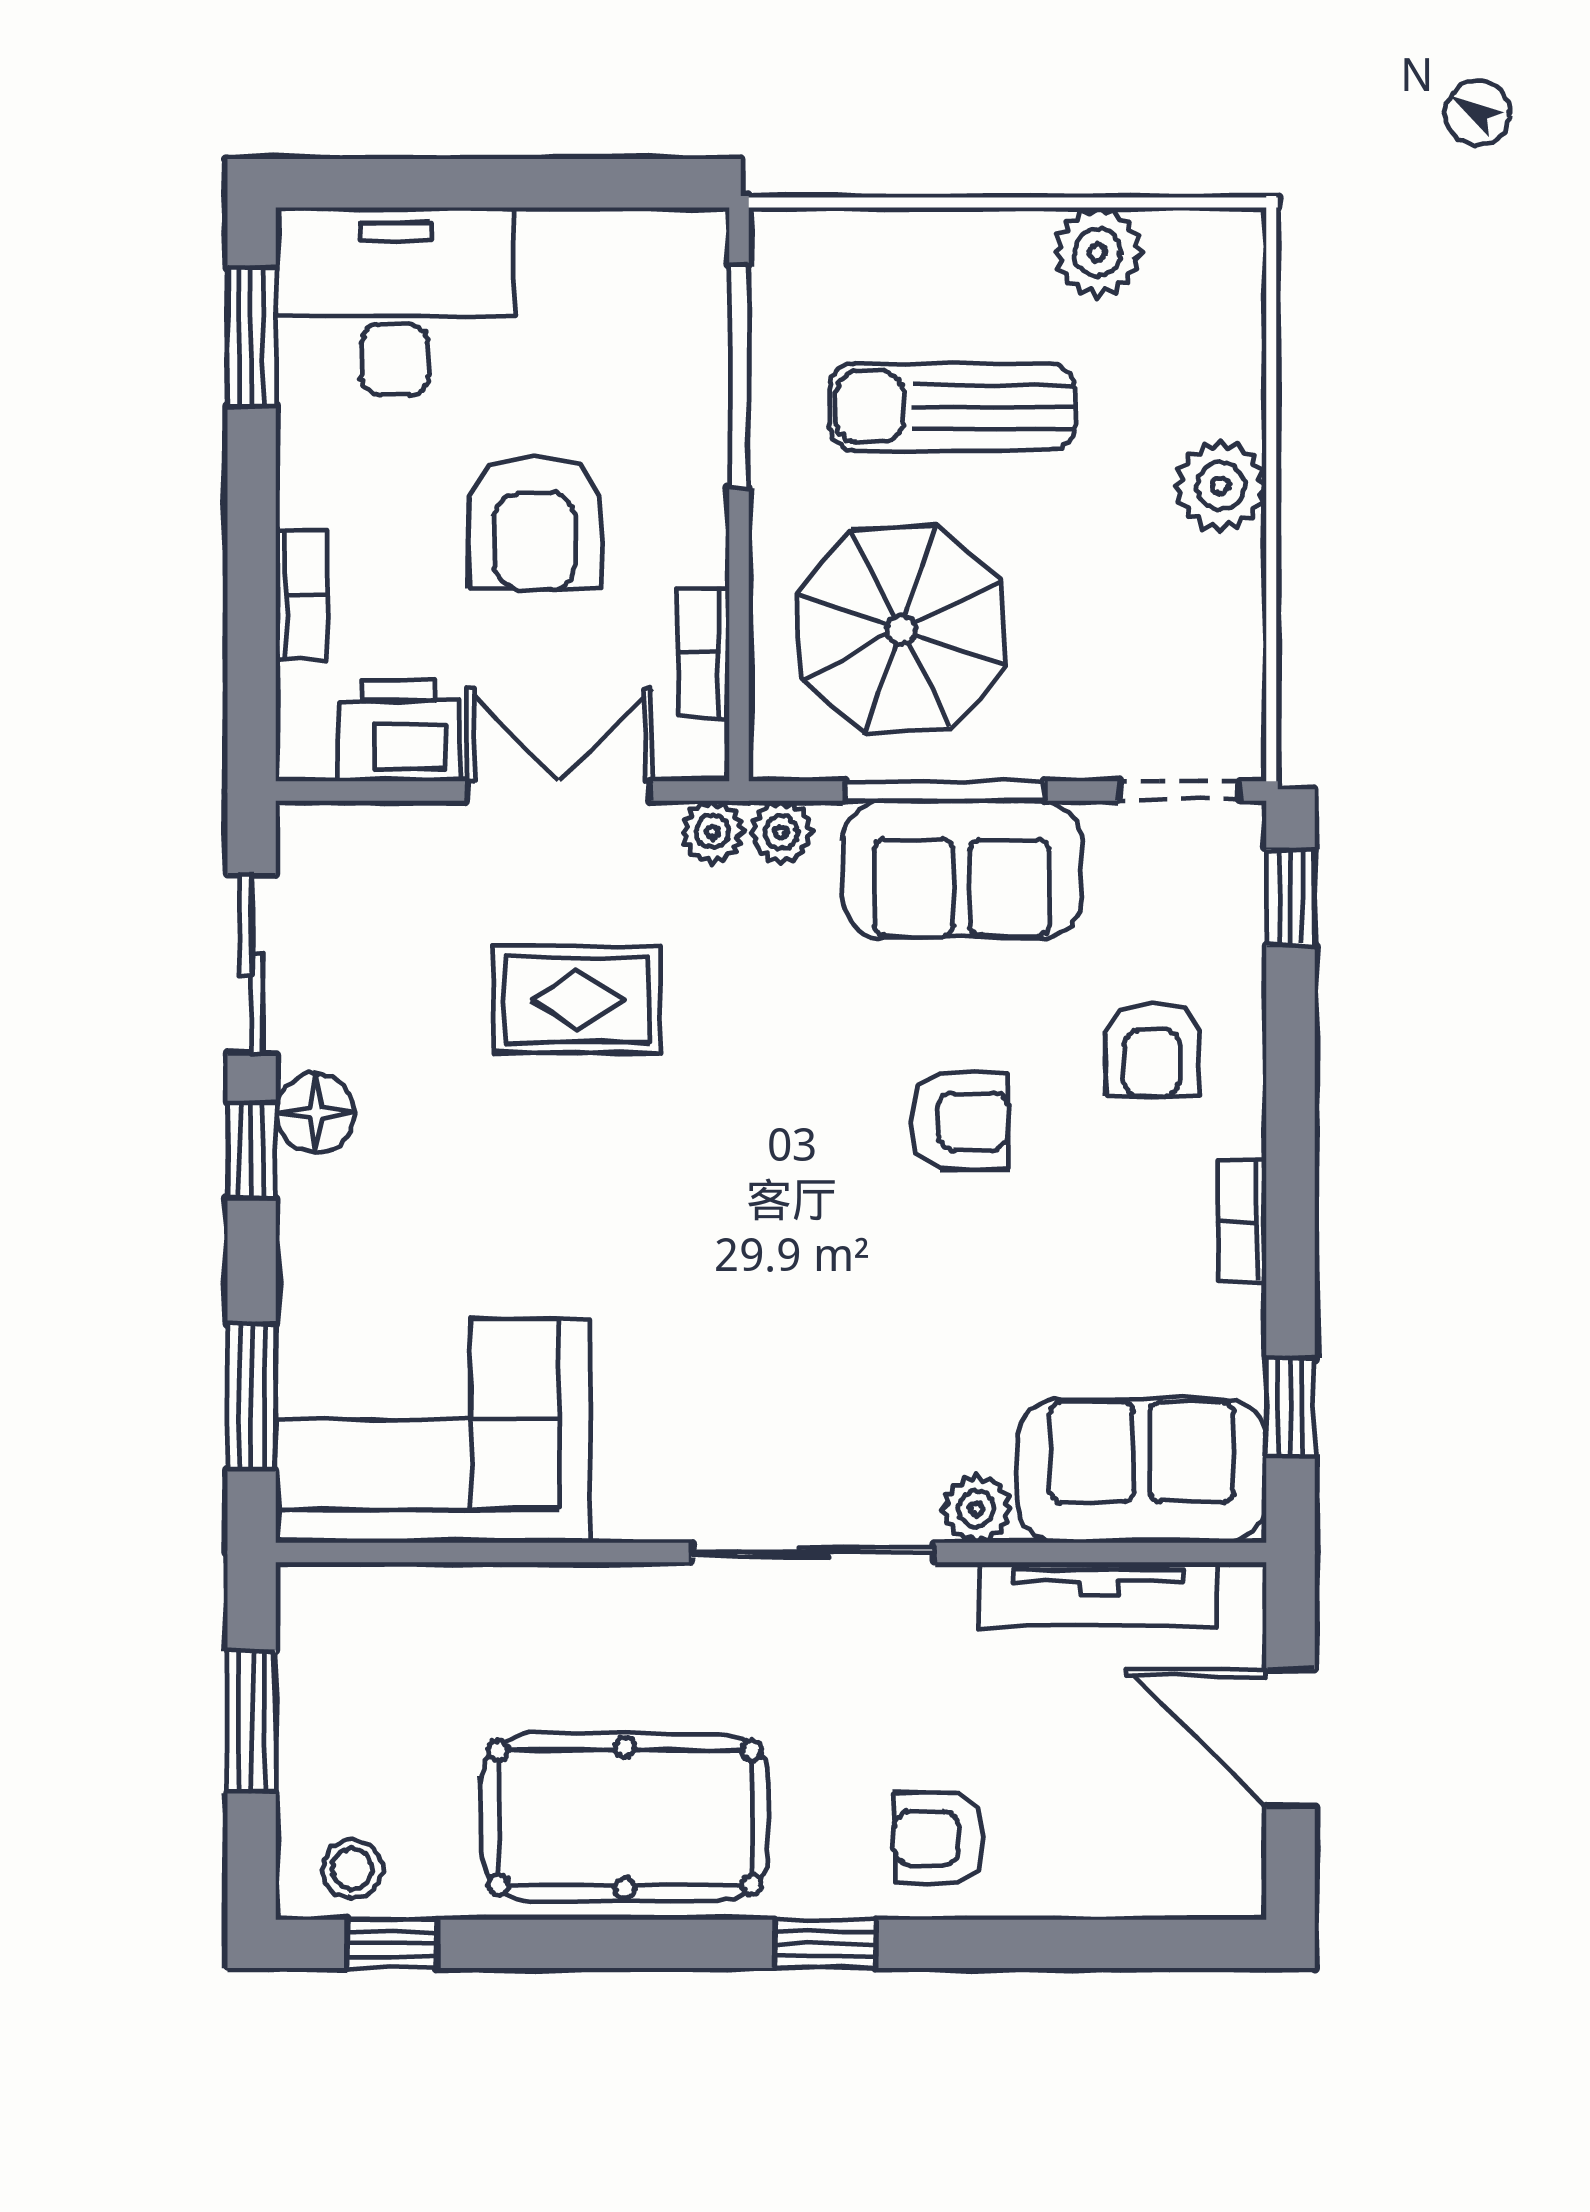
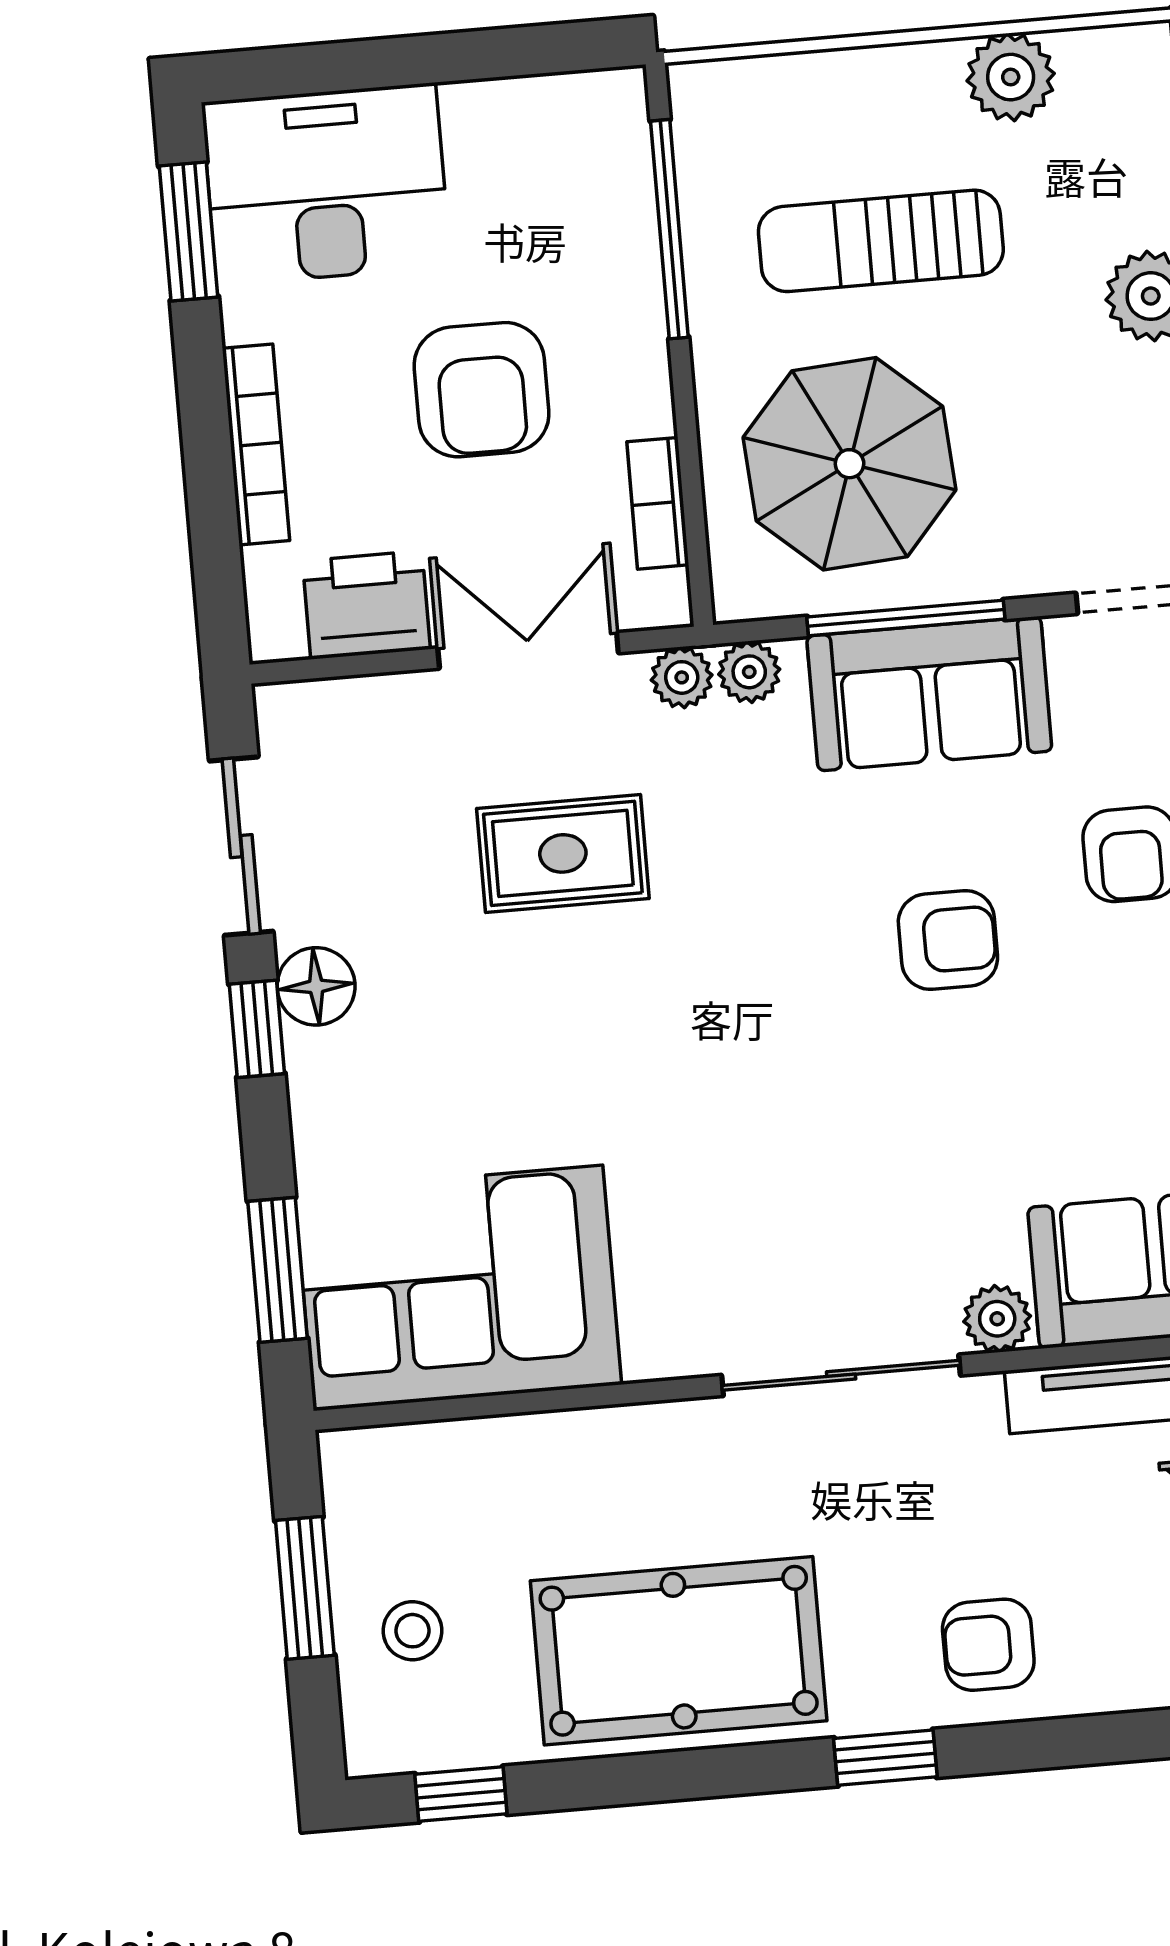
bookcase: (301, 595) -> (256, 444), width x1.56
stool: (352, 1869) -> (412, 1631), moved

